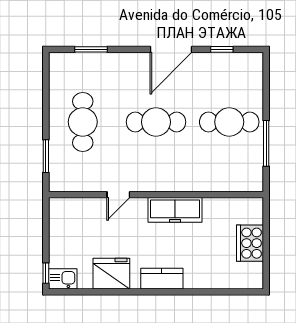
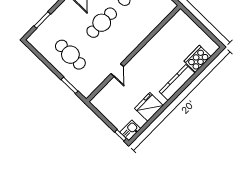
freezer: (175, 210) -> (148, 52), removed
cooker: (250, 243) -> (198, 59), moved, turned 90
kitchen counter: (162, 279) -> (177, 82), width x1.50

